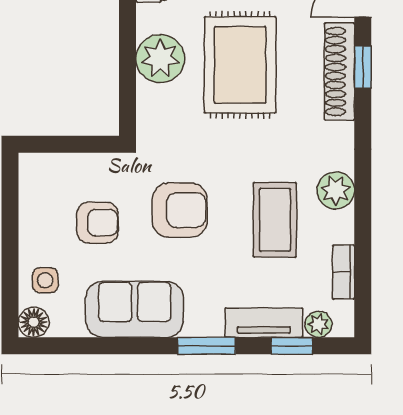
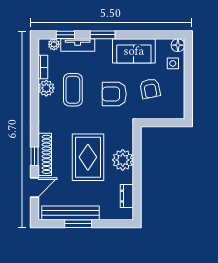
plant: (336, 190) -> (46, 88), moved
armchair: (98, 223) -> (150, 89), turned -101

